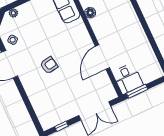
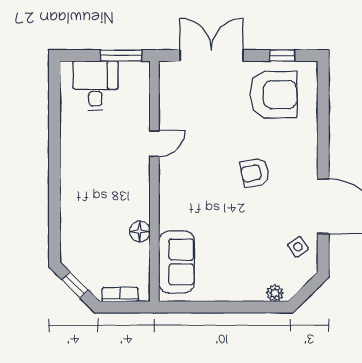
door: (102, 57) -> (154, 144), width x0.53
desk: (128, 79) -> (95, 85), moved
armchair: (57, 106) -> (274, 95), added

